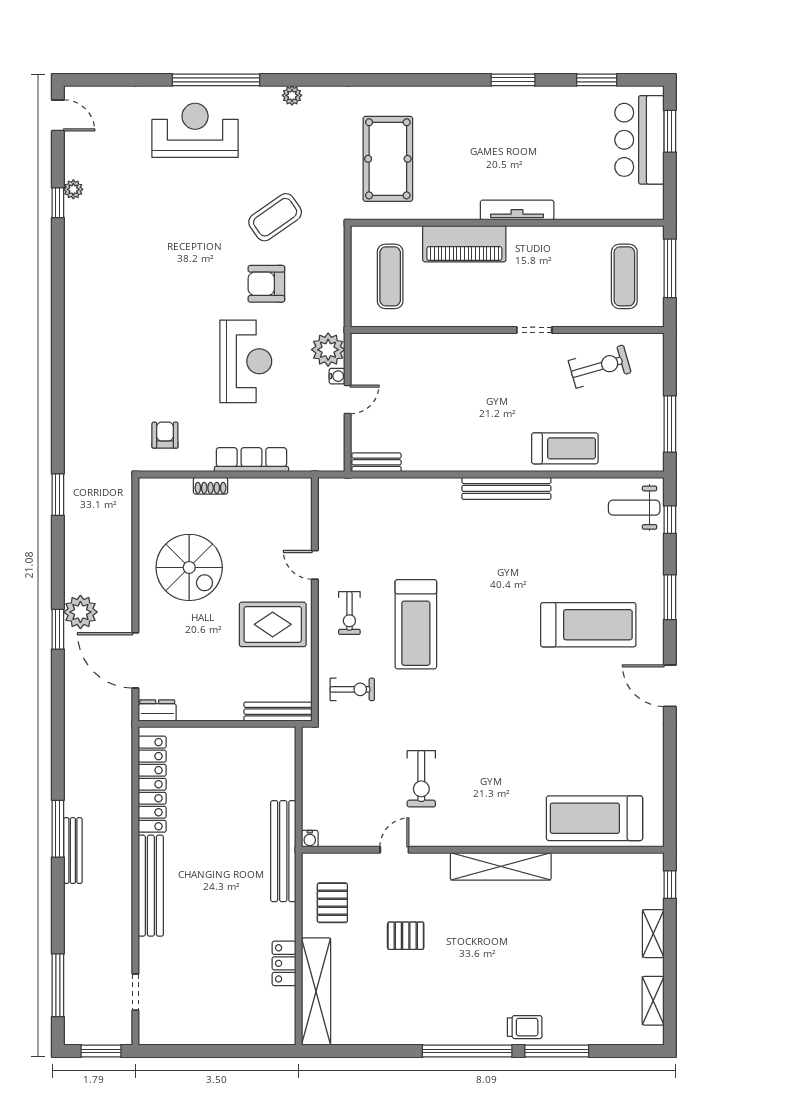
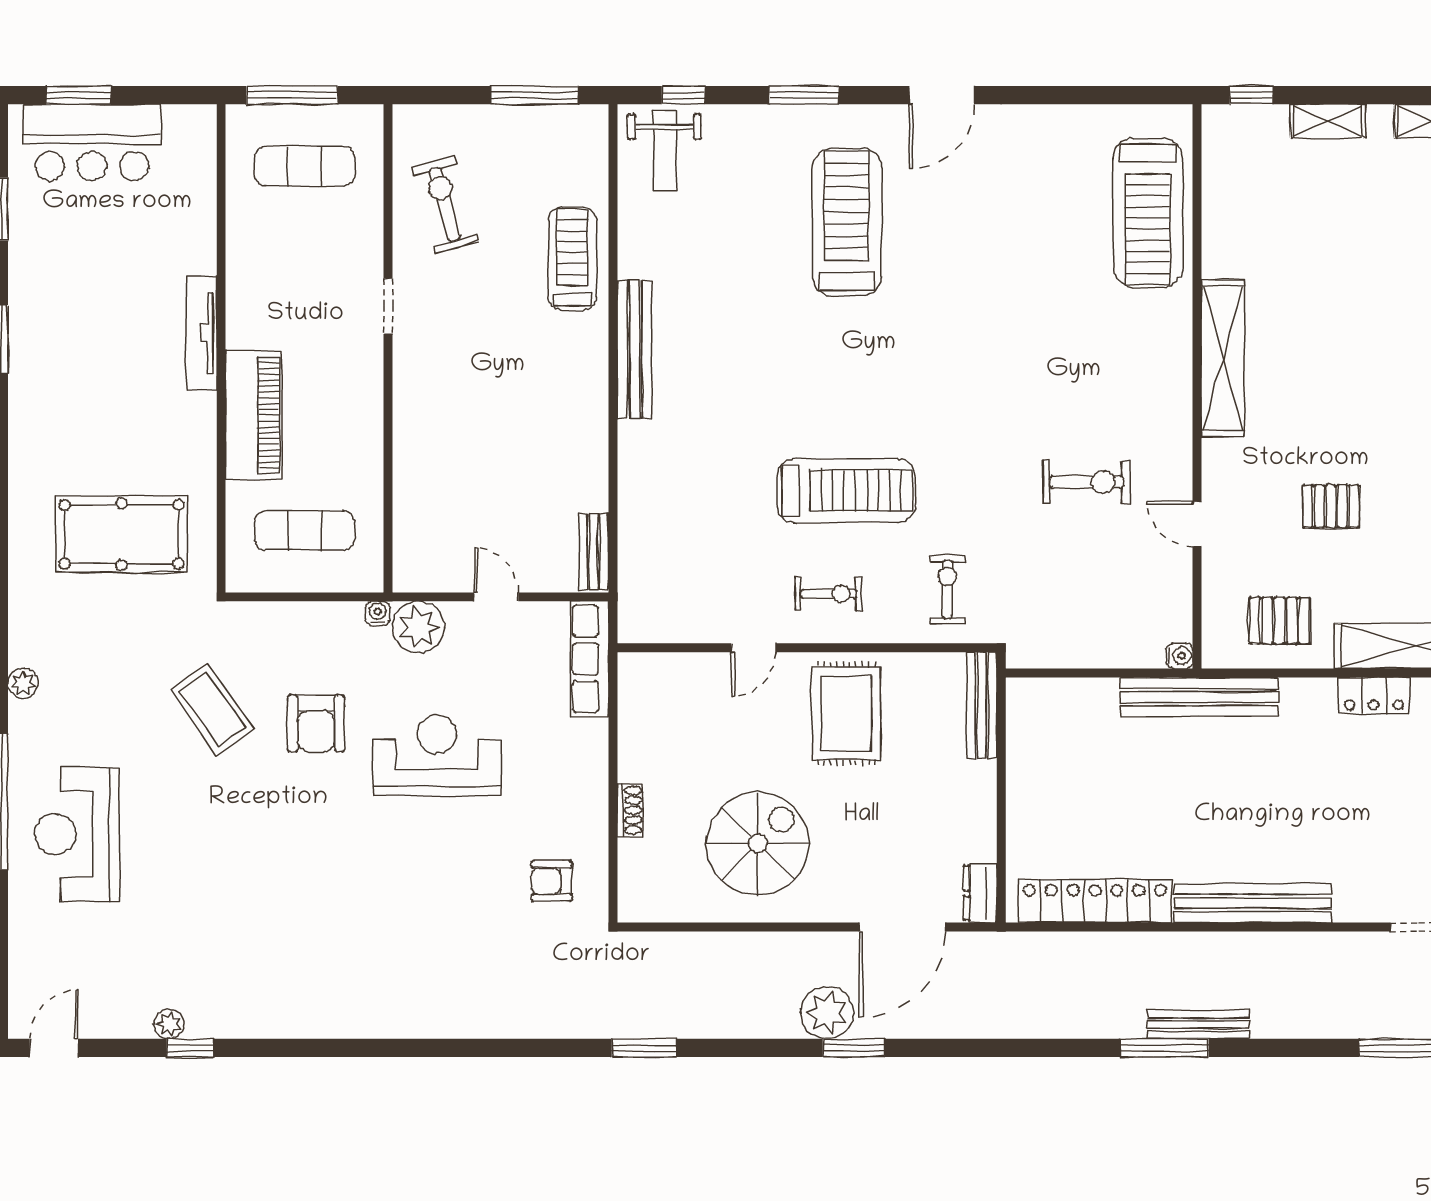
water cooler: (337, 376) -> (378, 613), moved
row of seats: (251, 460) -> (590, 659), moved
pallet: (406, 936) -> (1331, 506), turned 90

